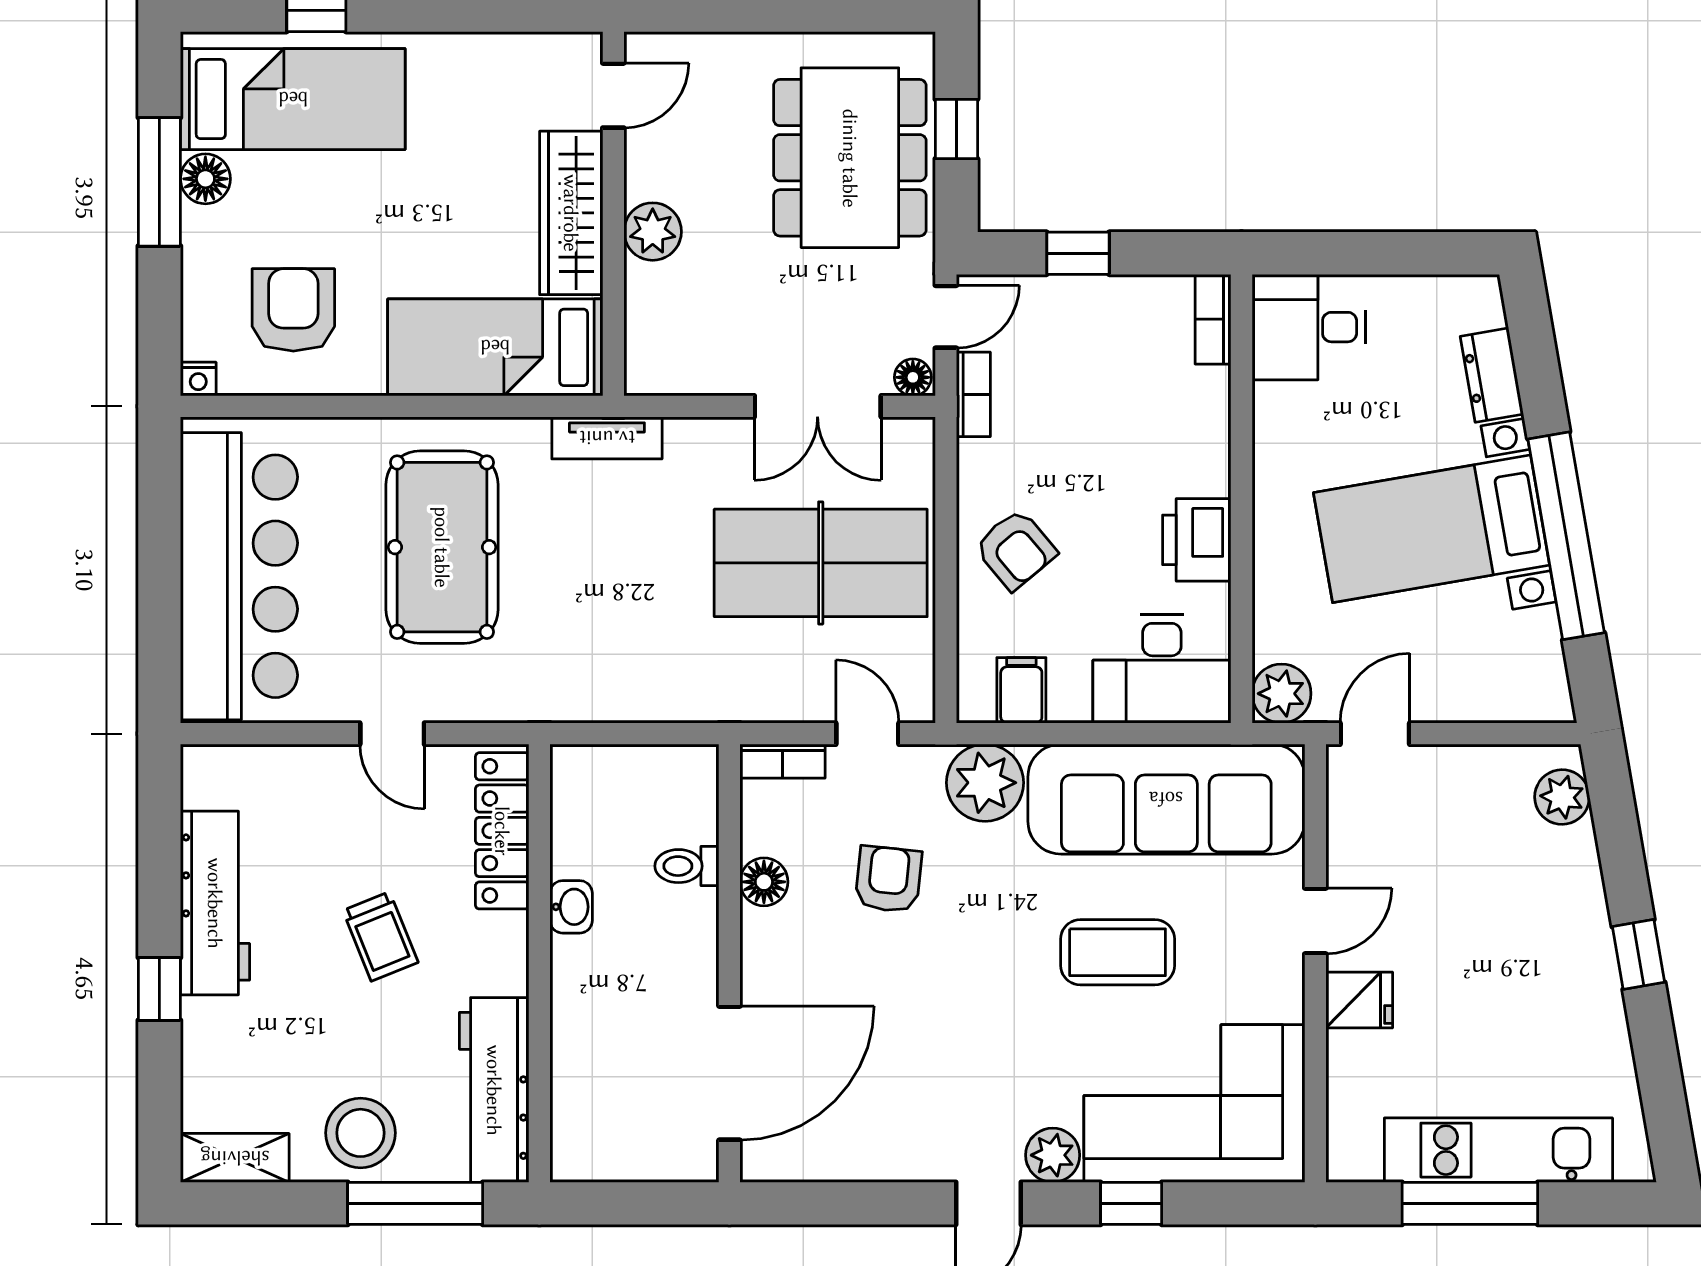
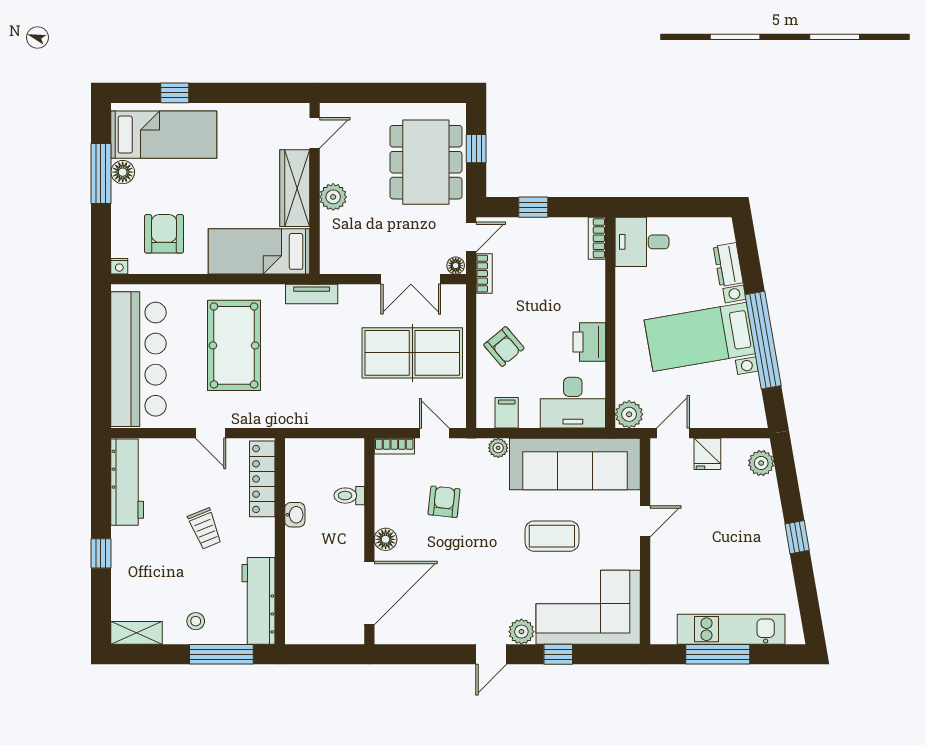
plant: (985, 783) -> (498, 448), width x0.53, depth x0.53
floor lamp: (764, 882) -> (386, 539), moved
workbench: (215, 903) -> (127, 482), moved
fridge: (1359, 1000) -> (707, 454), moved, turned 90
stool: (361, 1133) -> (196, 621), width x0.53, depth x0.53

